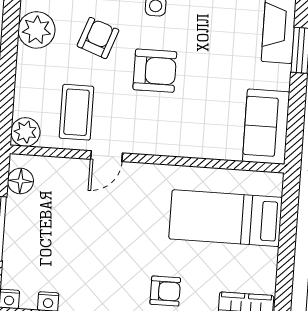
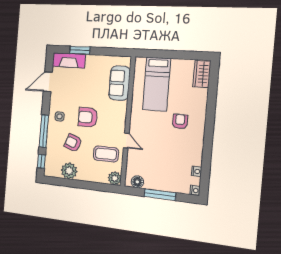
armchair: (155, 71) -> (88, 117), turned -90
sofa: (266, 127) -> (119, 83), moved, turned 90
armchair: (165, 291) -> (180, 121), moved

